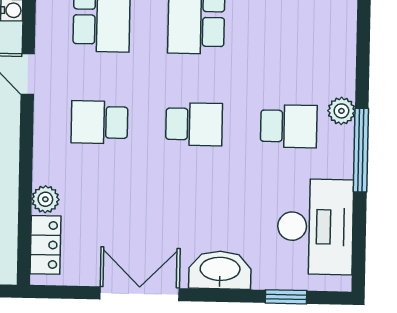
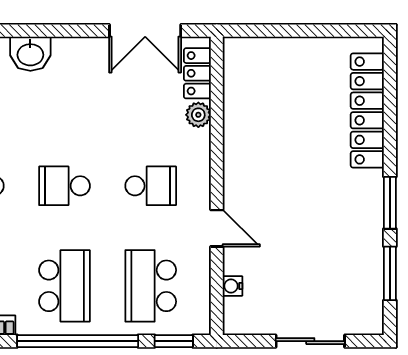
washbasin: (220, 270) -> (30, 54), width x0.72
double door: (140, 294) -> (145, 31), moved

